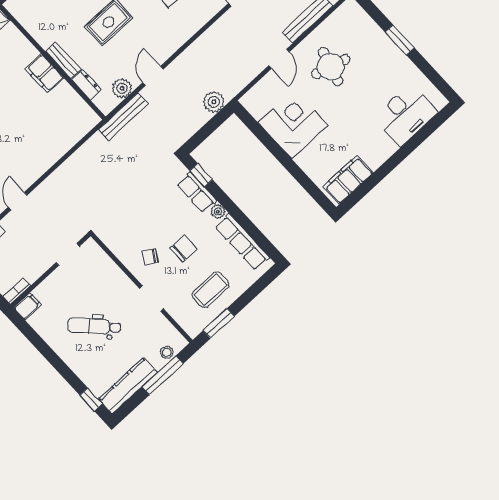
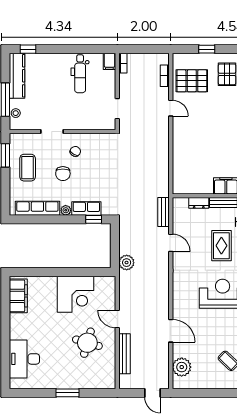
plant: (122, 88) -> (179, 220), removed
bench: (123, 117) -> (164, 212), width x0.73
dental chair: (94, 326) -> (80, 74), moved, turned 134

